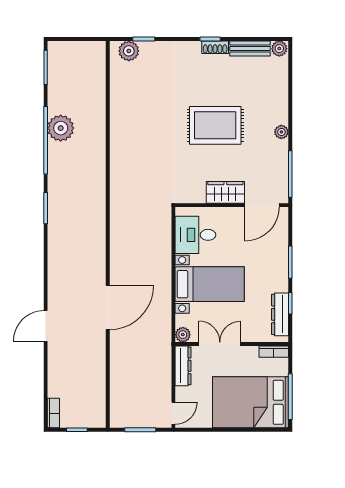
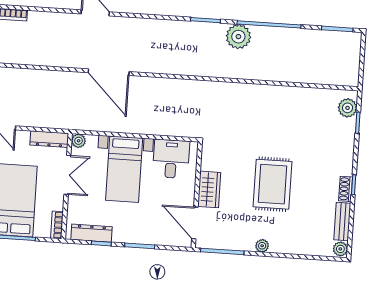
plant: (61, 128) -> (238, 37), moved

